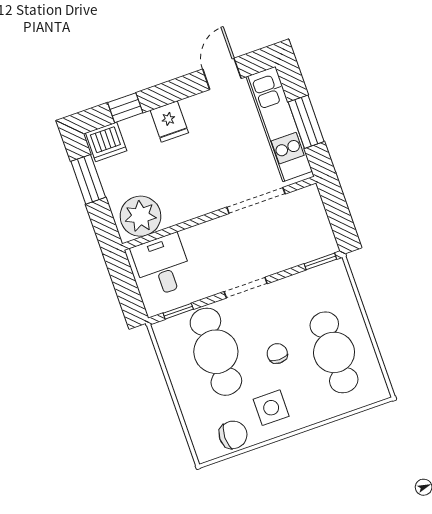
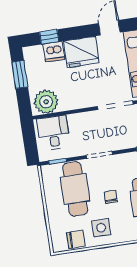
fridge: (169, 121) -> (81, 52), width x1.88, depth x1.34
dishwasher: (106, 142) -> (54, 52), moved

